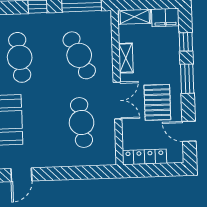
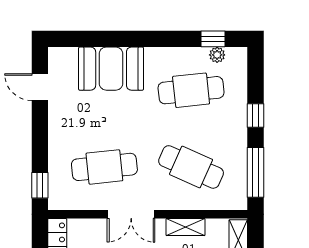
cafe table: (79, 55) -> (191, 167), turned 48
window: (97, 172) -> (40, 185), added

